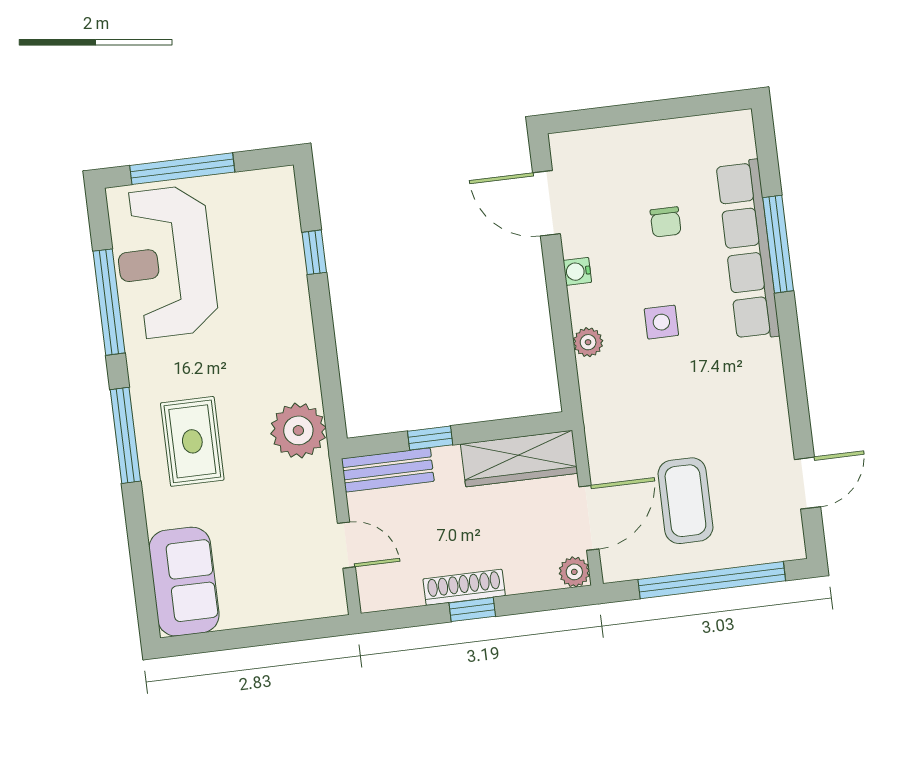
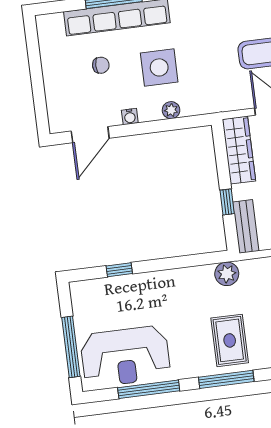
side table: (661, 322) -> (159, 67), width x1.87, depth x1.87
plant: (298, 430) -> (227, 274), width x0.73, depth x0.73
rug: (192, 441) -> (230, 340), turned 90

